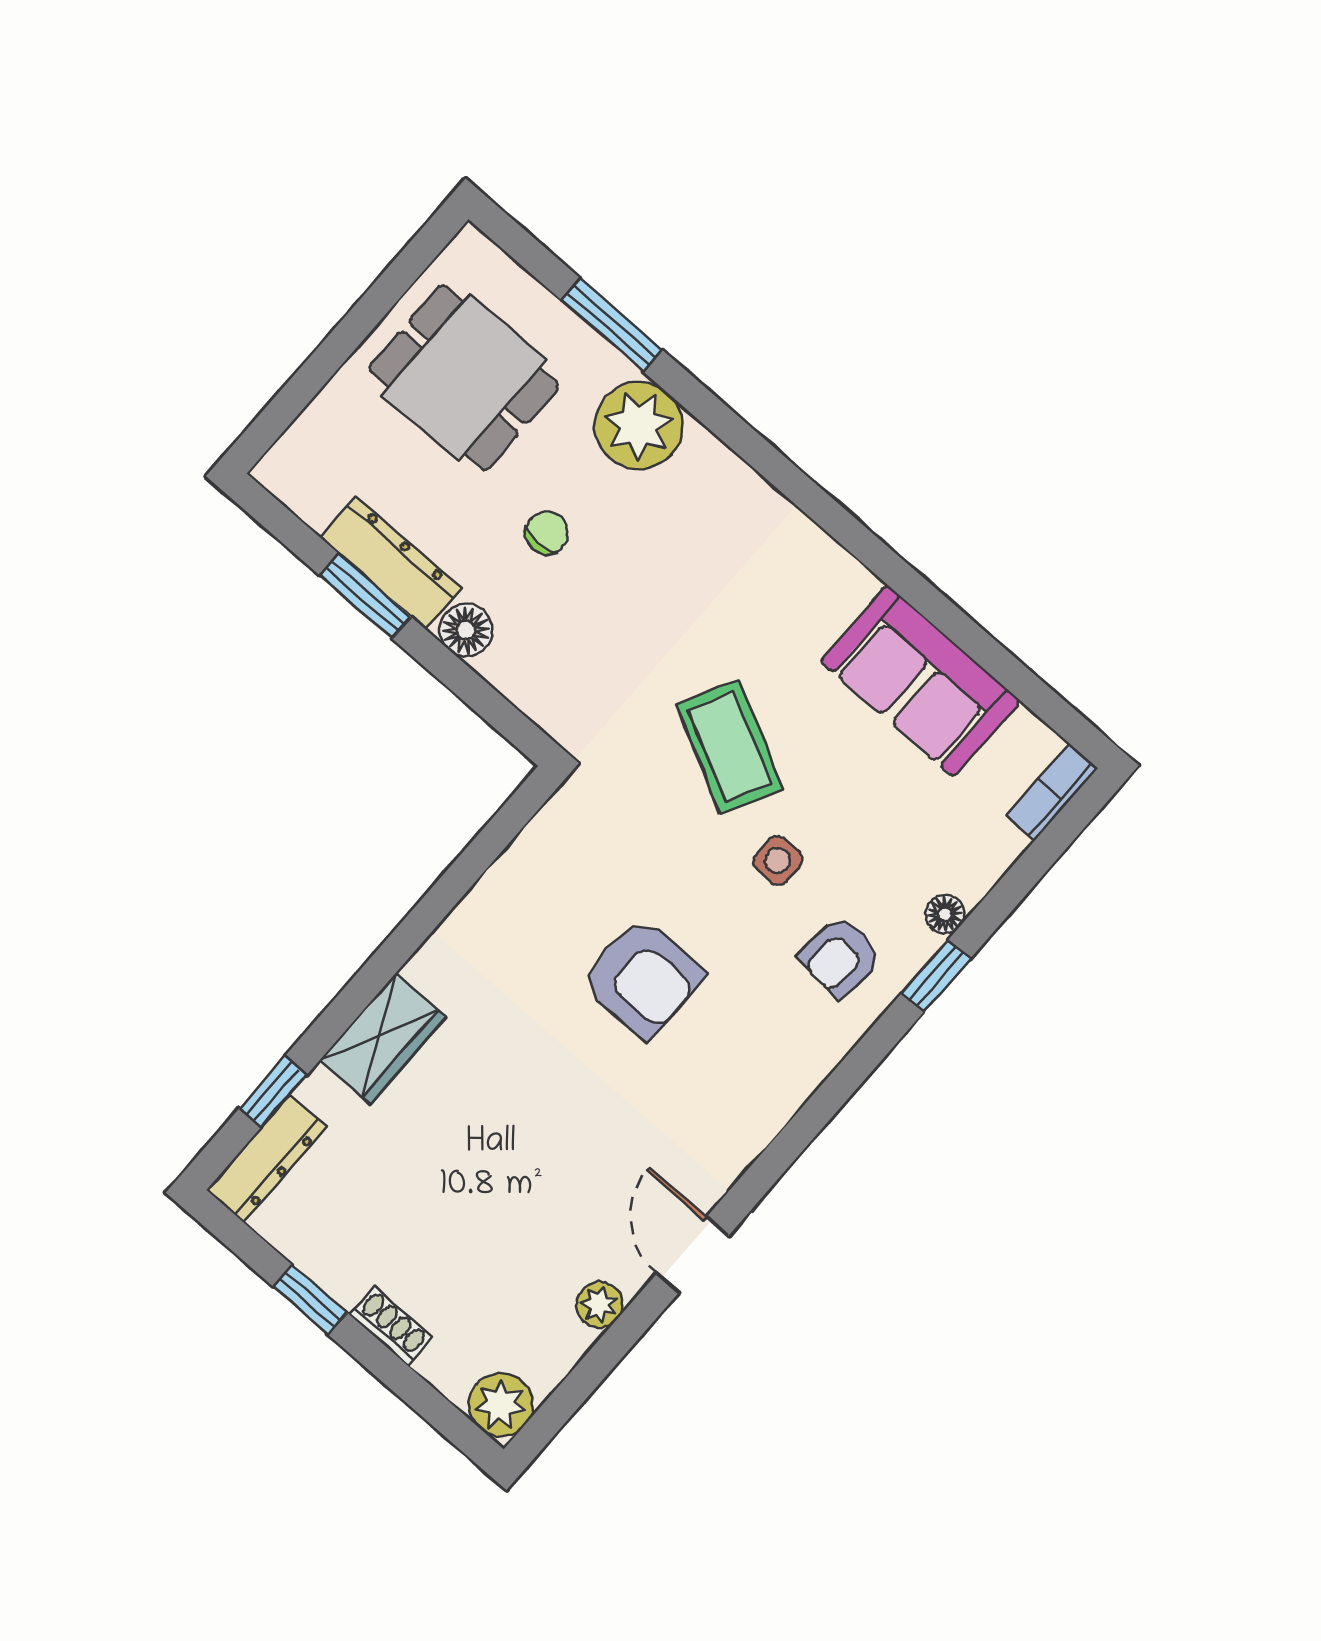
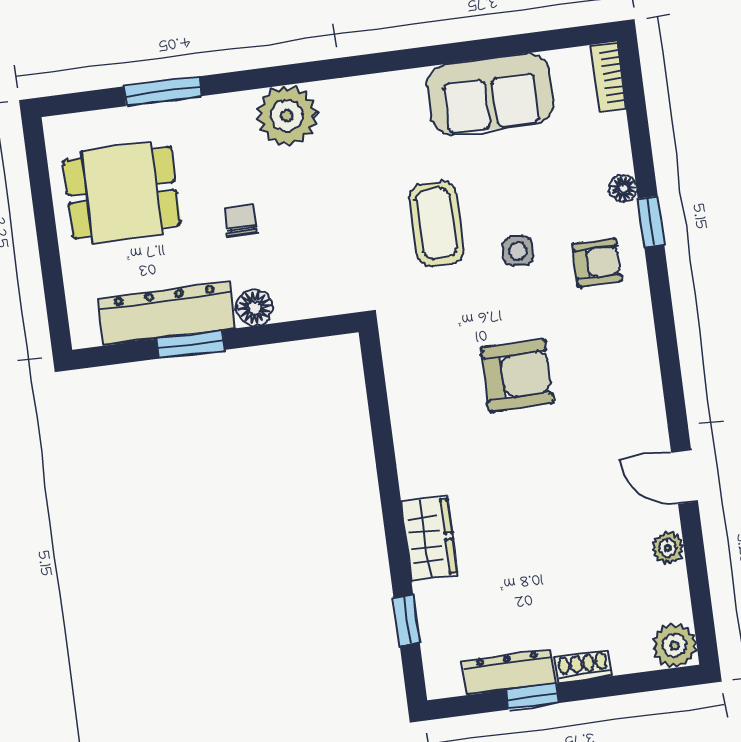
plant: (639, 425) -> (287, 116), moved
dresser: (391, 563) -> (167, 313), width x1.37, depth x1.24
coffee table: (730, 747) -> (437, 224), turned 63
armchair: (840, 957) -> (597, 263), turned -95
dresser: (267, 1158) -> (509, 672), moved, turned -90

